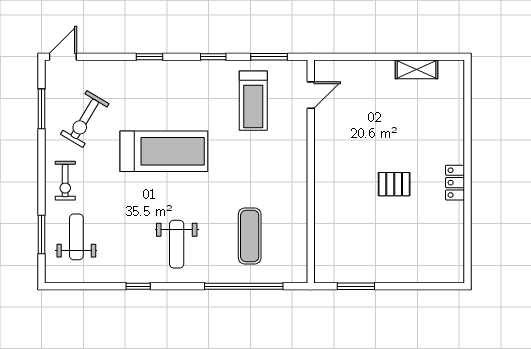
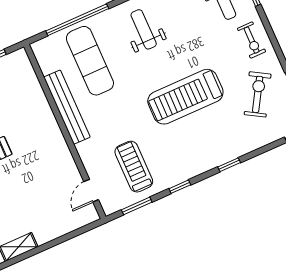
exercise bike: (65, 181) -> (252, 40), turned 180
bench: (297, 197) -> (67, 107), added
exercise mat: (250, 236) -> (90, 61), width x1.36, depth x1.45

